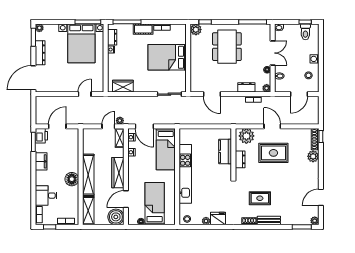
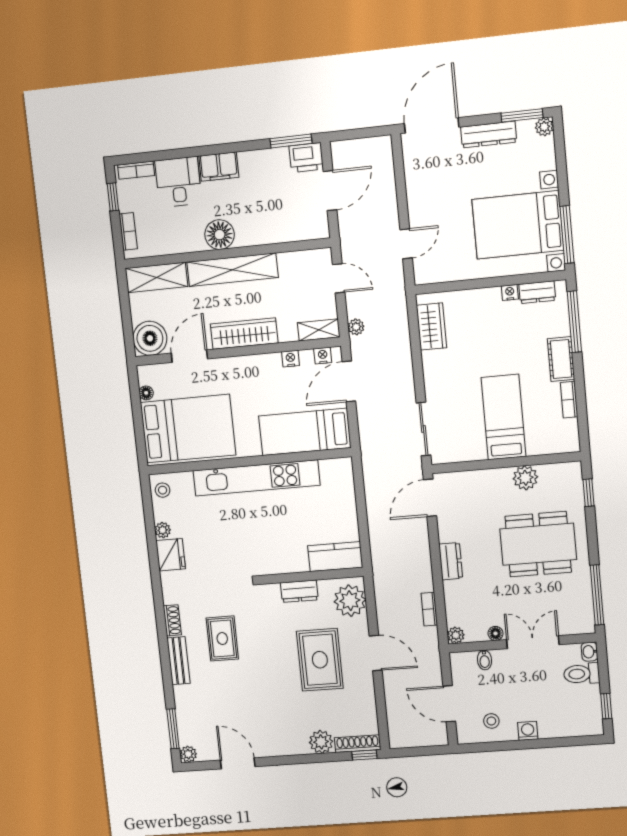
plant: (196, 30) -> (525, 478), moved
toilet: (305, 32) -> (582, 674), moved
double door: (273, 53) -> (533, 642), swing flipped
bed: (167, 57) -> (503, 417), width x0.67
door: (33, 78) -> (432, 125), hinge flipped
dresser: (246, 87) -> (451, 561), moved
door: (85, 94) -> (406, 244), hinge flipped
door: (212, 94) -> (430, 498), moved
door: (57, 126) -> (330, 191), hinge flipped
door: (108, 126) -> (339, 278), moved
door: (272, 126) -> (376, 653), hinge flipped
kitchen counter: (225, 151) -> (335, 557), moved
filing cabinet: (41, 161) -> (219, 167), moved
door: (126, 199) -> (189, 356), hinge flipped
bed: (155, 204) -> (188, 429), width x1.50

